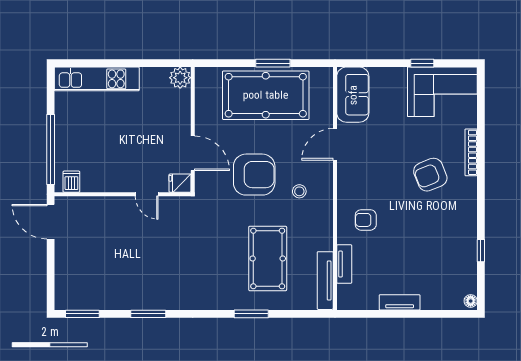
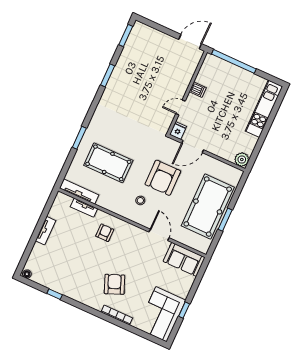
dishwasher: (71, 182) -> (198, 90), moved

